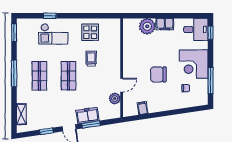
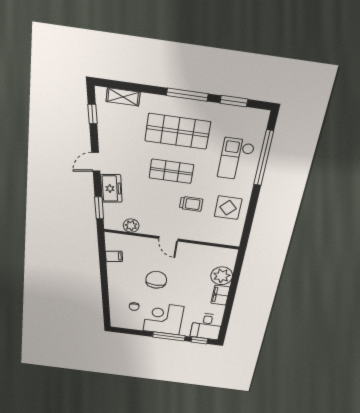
window: (50, 16) -> (264, 158), width x3.17
window: (14, 33) -> (234, 101), moved
shop shelf: (39, 76) -> (178, 131), width x1.43, depth x1.36
window: (211, 81) -> (169, 336), moved
door: (122, 85) -> (168, 239), moved
window: (91, 125) -> (99, 208), moved
window: (46, 131) -> (92, 114), moved

